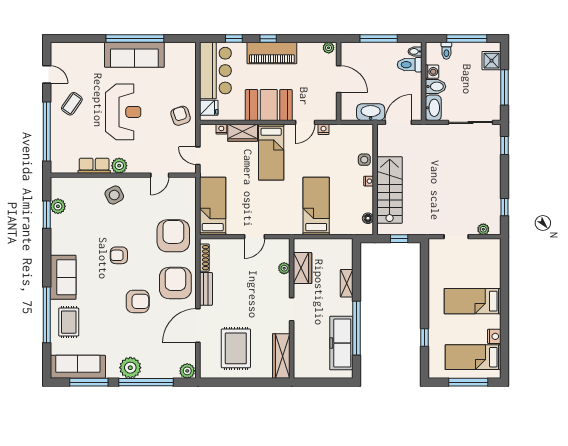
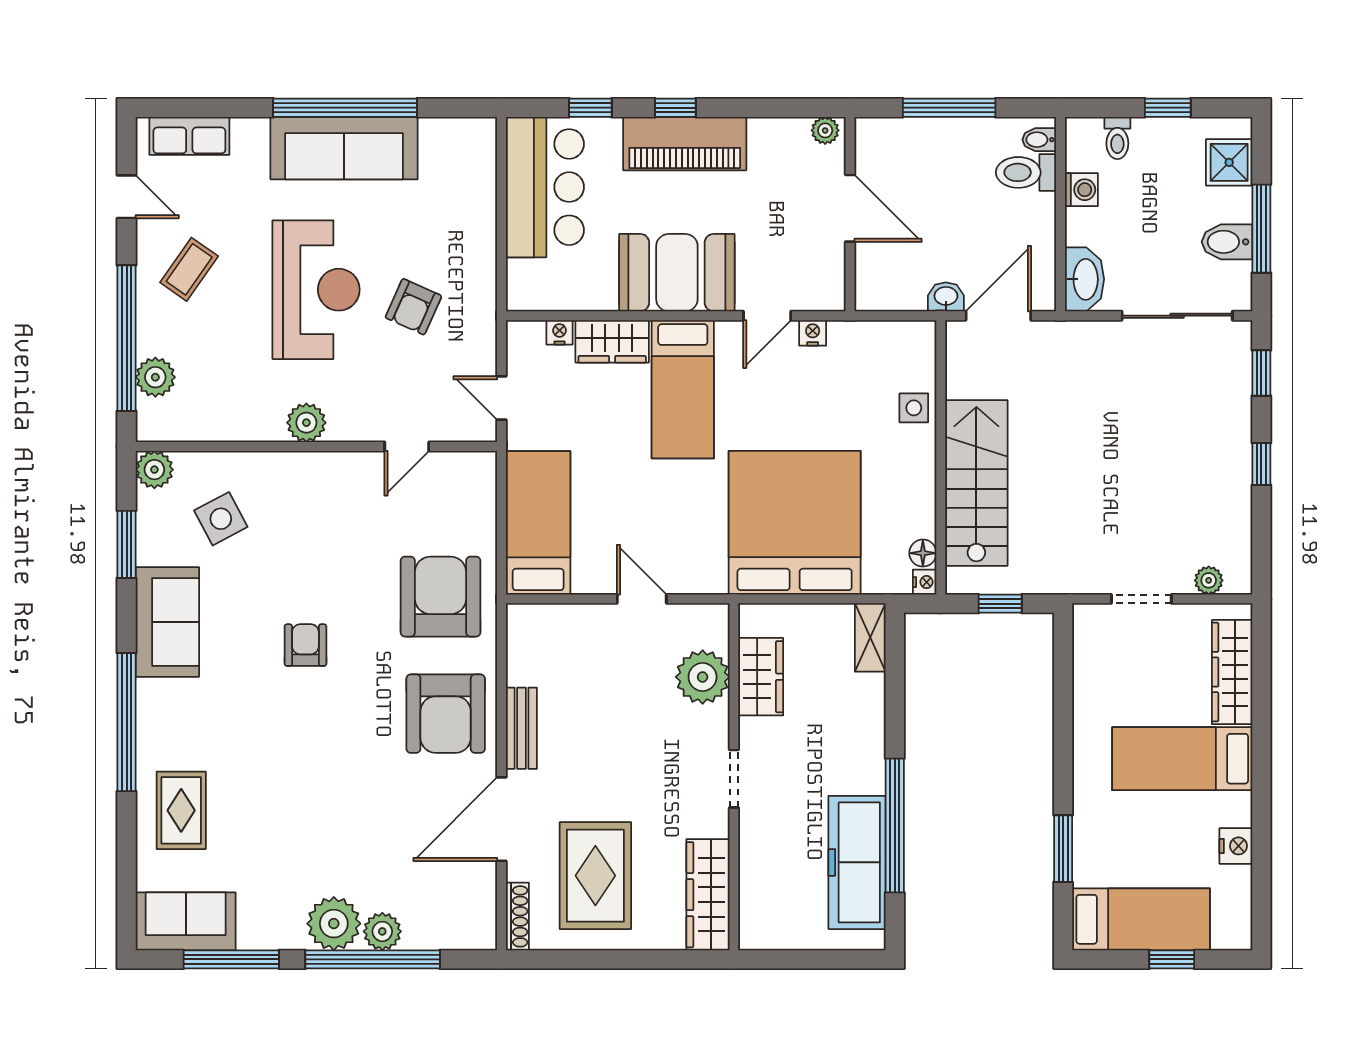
window: (467, 39) -> (1168, 108), width x0.46
bidet: (435, 87) -> (1227, 242), moved, turned 180
fridge: (209, 108) -> (528, 279), removed
washbasin: (371, 112) -> (946, 297), width x0.52, depth x0.69
armchair: (181, 116) -> (413, 307), moved, turned -138
plant: (58, 147) -> (155, 377), added
row of seats: (94, 166) -> (189, 136), moved, turned 180
nightstand: (369, 181) -> (925, 582), moved
side table: (114, 195) -> (221, 519), moved
plant: (58, 206) -> (154, 470), moved
bed: (316, 206) -> (795, 523), width x2.04
window: (505, 207) -> (1261, 464), moved
door: (255, 237) -> (642, 599), swing flipped
armchair: (119, 255) -> (305, 645), turned 90
shoe rack: (204, 258) -> (517, 916), moved
wardrobe: (493, 266) -> (1232, 672), added
plant: (284, 268) -> (703, 677), width x1.87, depth x1.87
sofa: (63, 277) -> (167, 622), moved
armchair: (175, 283) -> (446, 714), turned 180
shelving: (347, 283) -> (870, 637), moved
armchair: (138, 301) -> (352, 759), removed
window: (47, 315) -> (127, 722), moved
window: (425, 337) -> (1063, 849), width x1.50
bed: (473, 357) -> (1141, 919), moved, turned 180
sofa: (78, 367) -> (186, 921), width x0.73
plant: (187, 371) -> (382, 931), moved
window: (468, 382) -> (1172, 959), width x0.46

